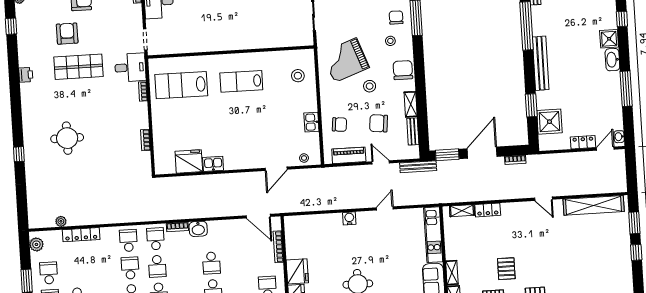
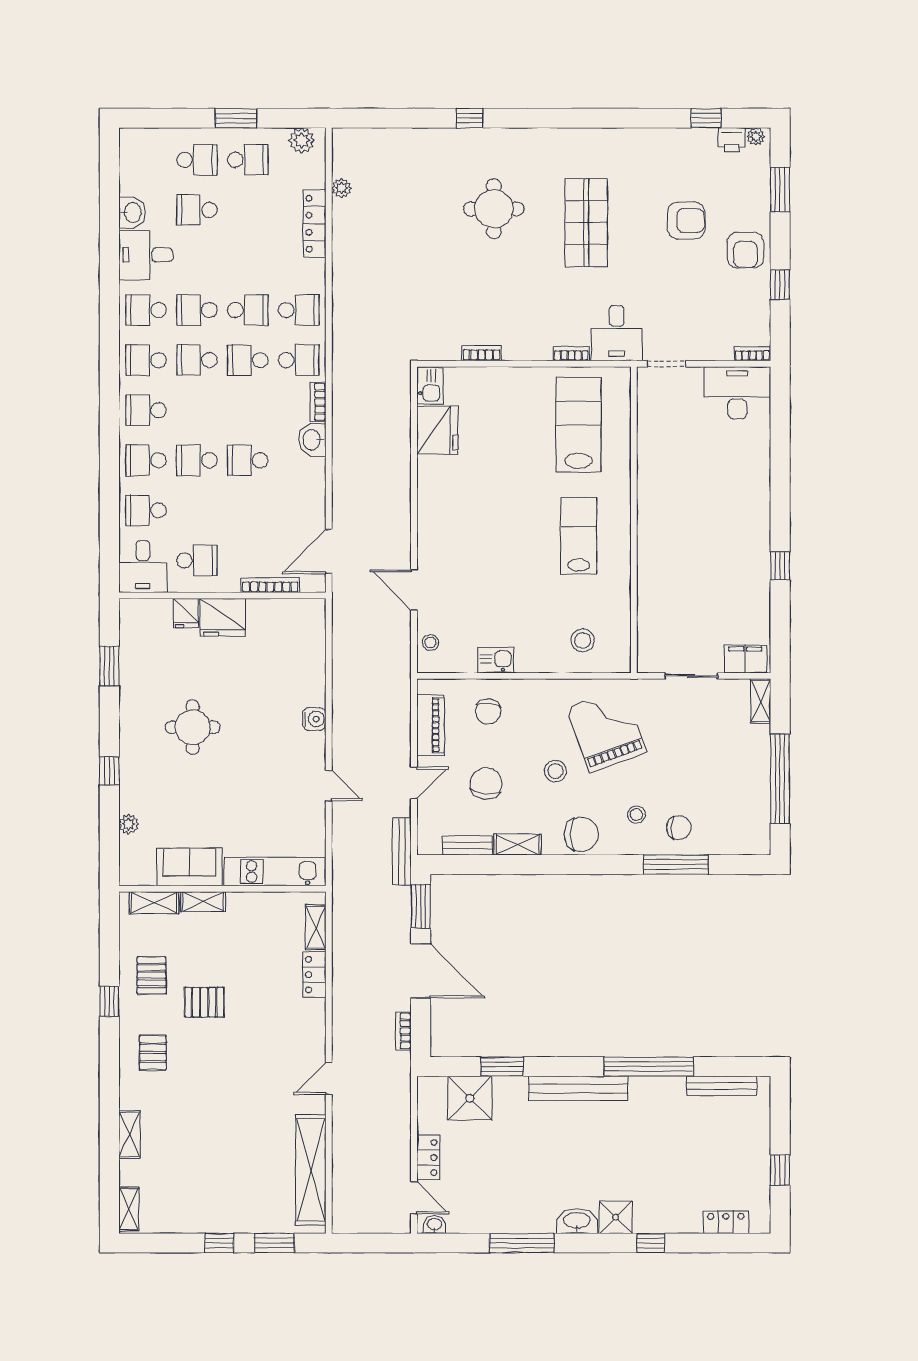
shop shelf: (79, 67) -> (586, 223), moved
printer: (26, 75) -> (732, 140), moved
kitchen sink: (213, 164) -> (430, 386), moved

